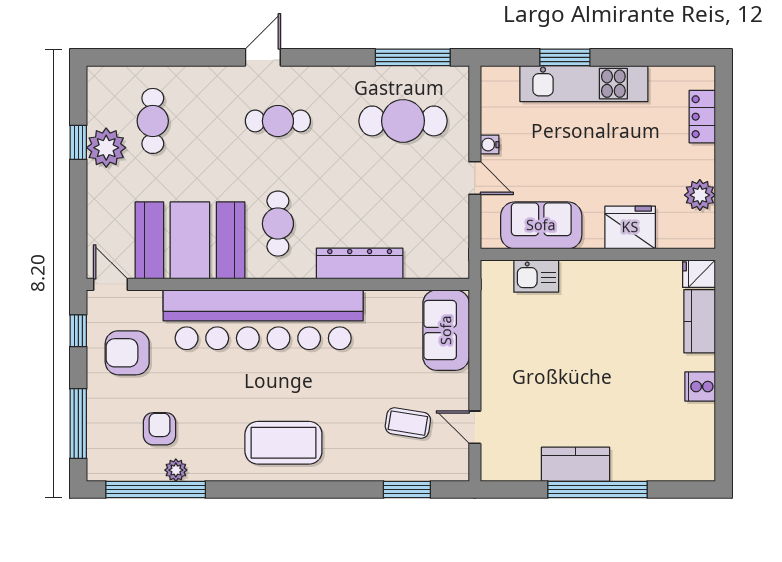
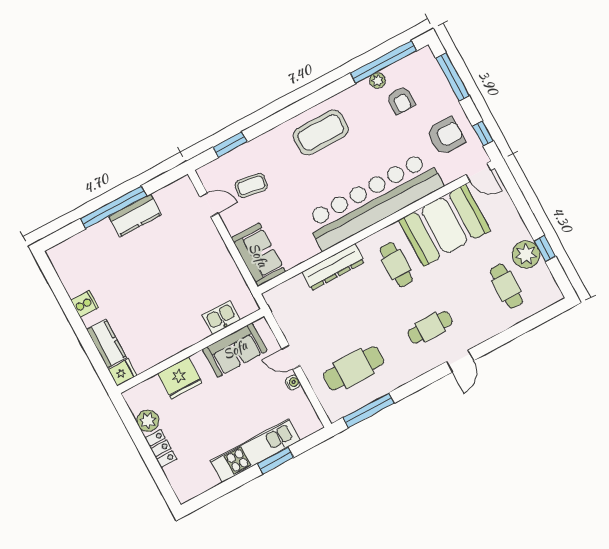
locker: (702, 117) -> (161, 448), moved

